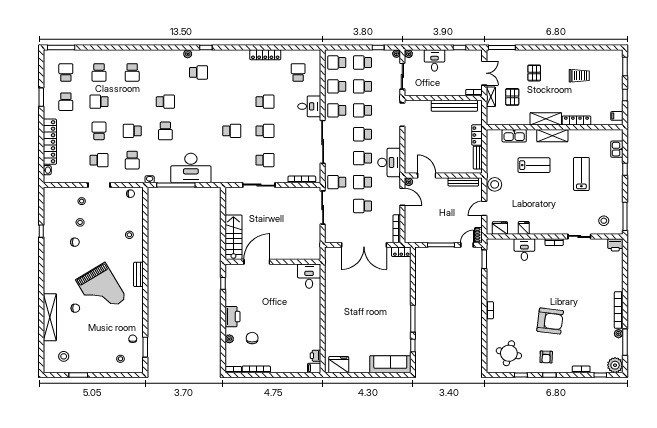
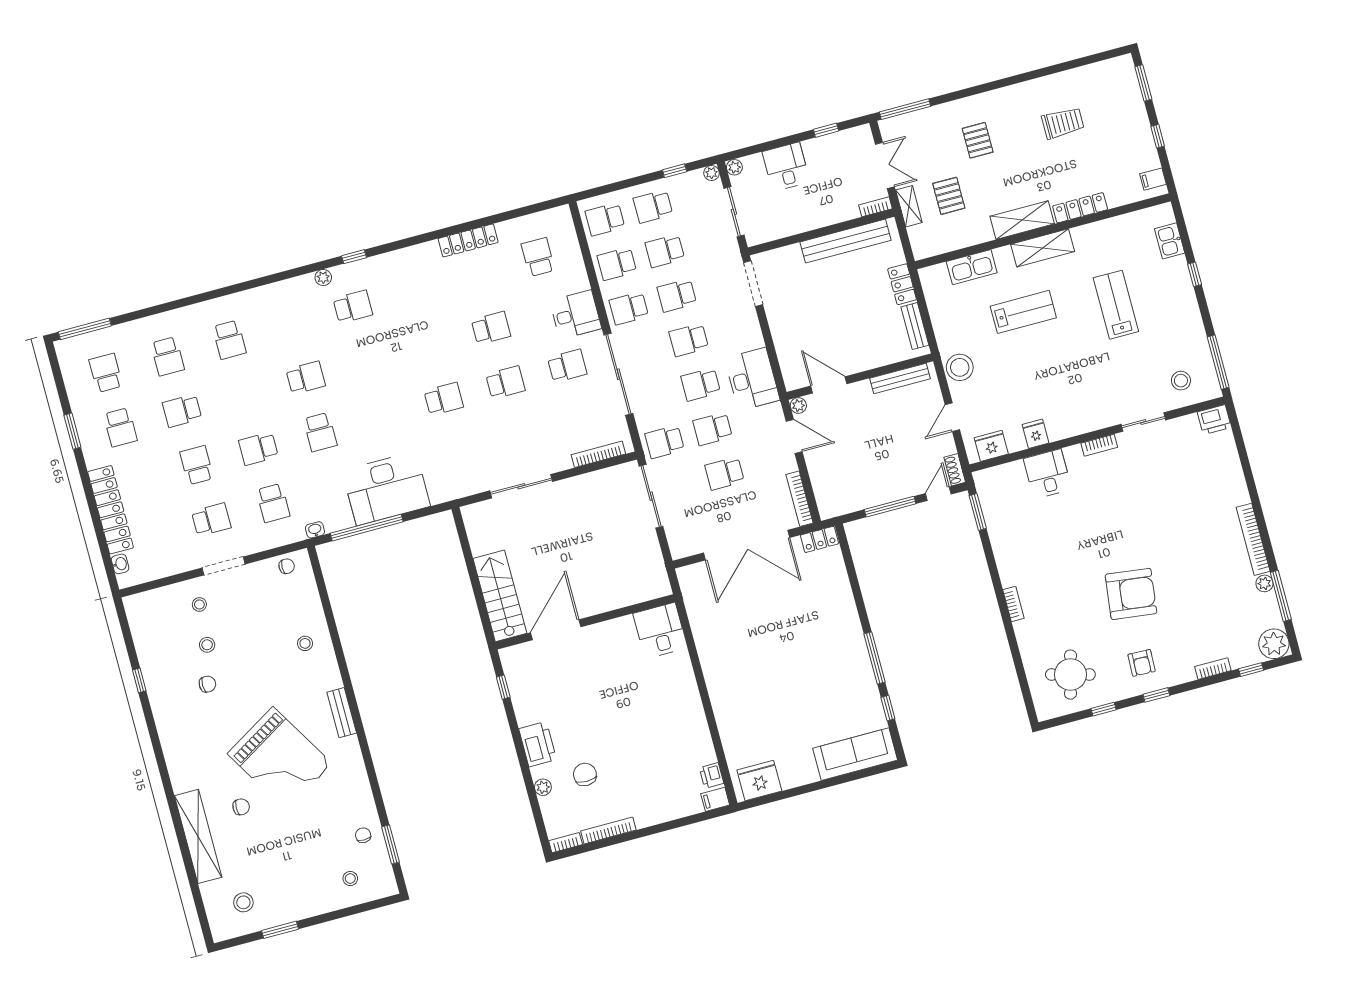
school desk: (265, 160) -> (567, 366), moved

